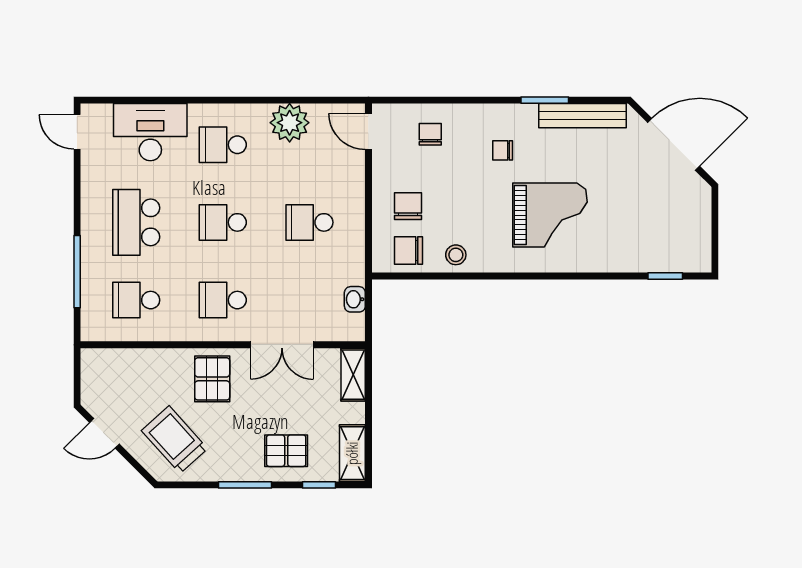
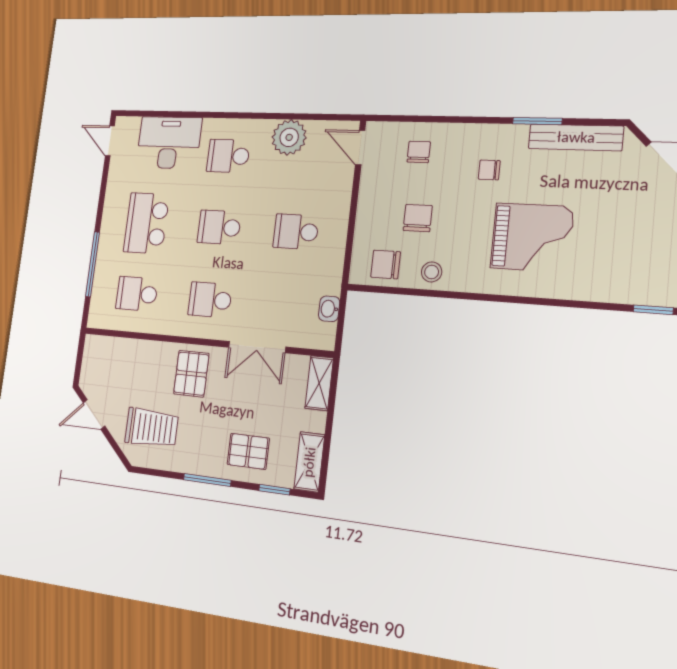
chair: (408, 206) -> (418, 218), moved
trolley: (175, 440) -> (152, 428), turned 132

